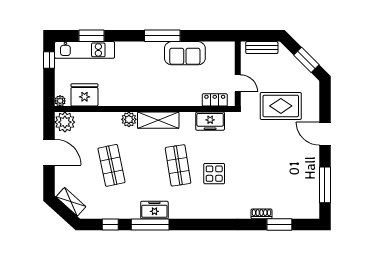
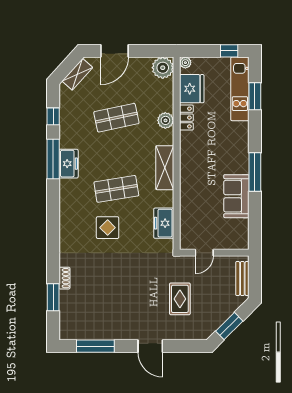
locker: (215, 100) -> (186, 118), moved
rug: (281, 106) -> (180, 299), width x0.73, depth x0.70
plant: (129, 119) -> (165, 120), moved
door: (325, 134) -> (150, 346), swing flipped
door: (49, 152) -> (115, 51), moved

